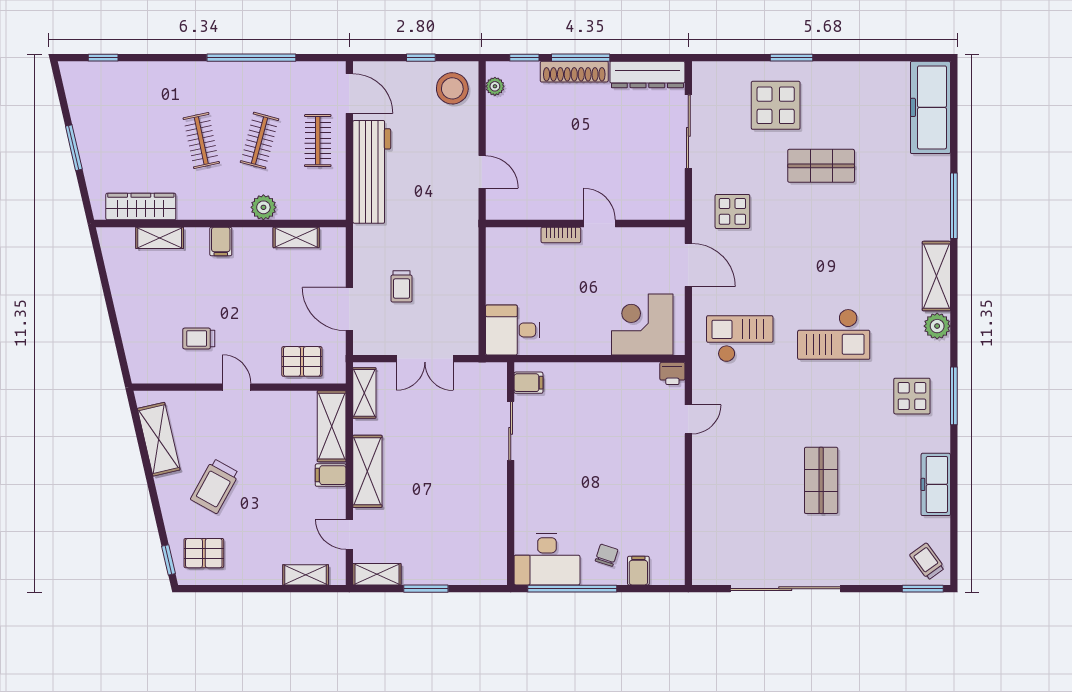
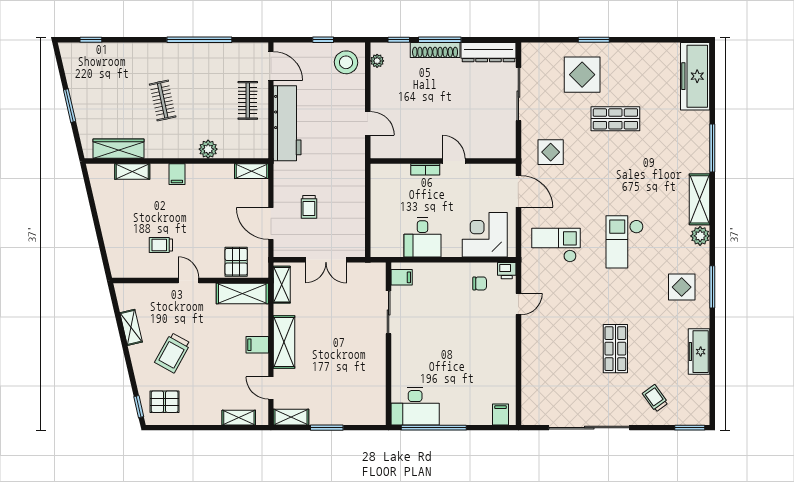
clothes rail: (260, 141) -> (205, 100), removed
shelving: (296, 237) -> (251, 171), moved
desk: (513, 330) -> (422, 237), moved, turned -90
checkout: (834, 334) -> (625, 242), turned 90
pallet: (302, 361) -> (236, 262), turned 90
shelving: (332, 426) -> (242, 293), moved, turned 90
shelving: (159, 439) -> (131, 327), width x0.67, depth x0.75
chair: (607, 555) -> (480, 283), moved, turned 72
trolley: (927, 561) -> (655, 398), moved
filing cabinet: (638, 571) -> (500, 415), moved

